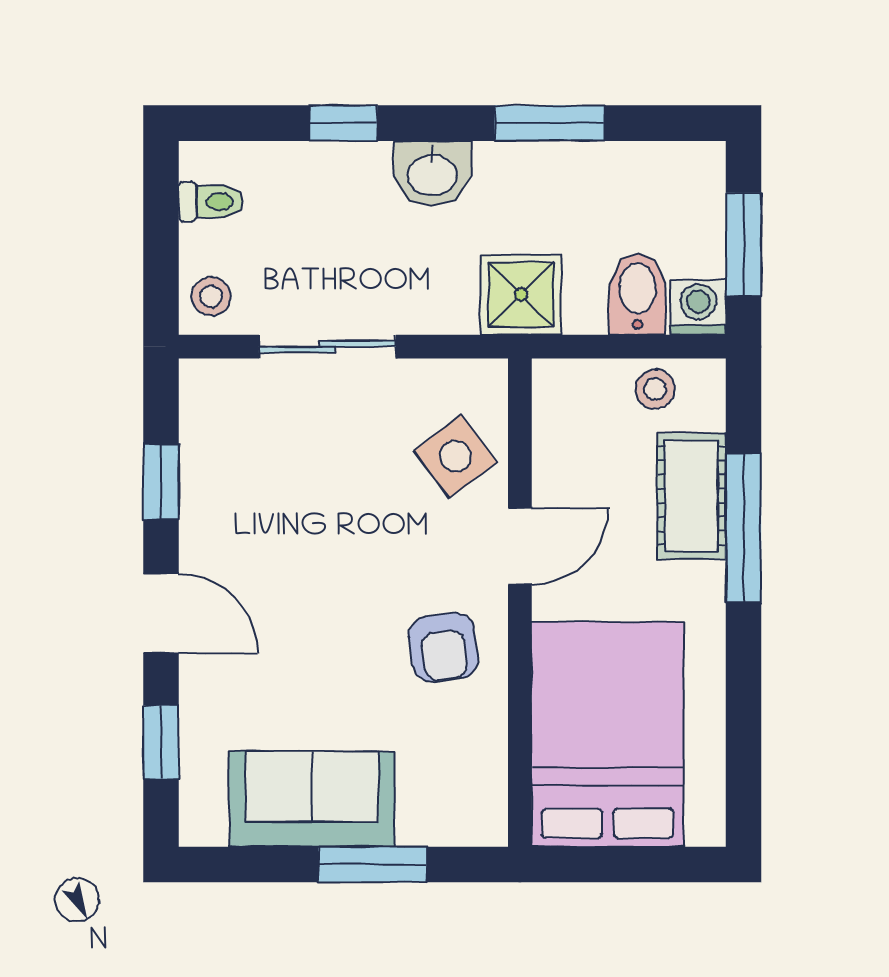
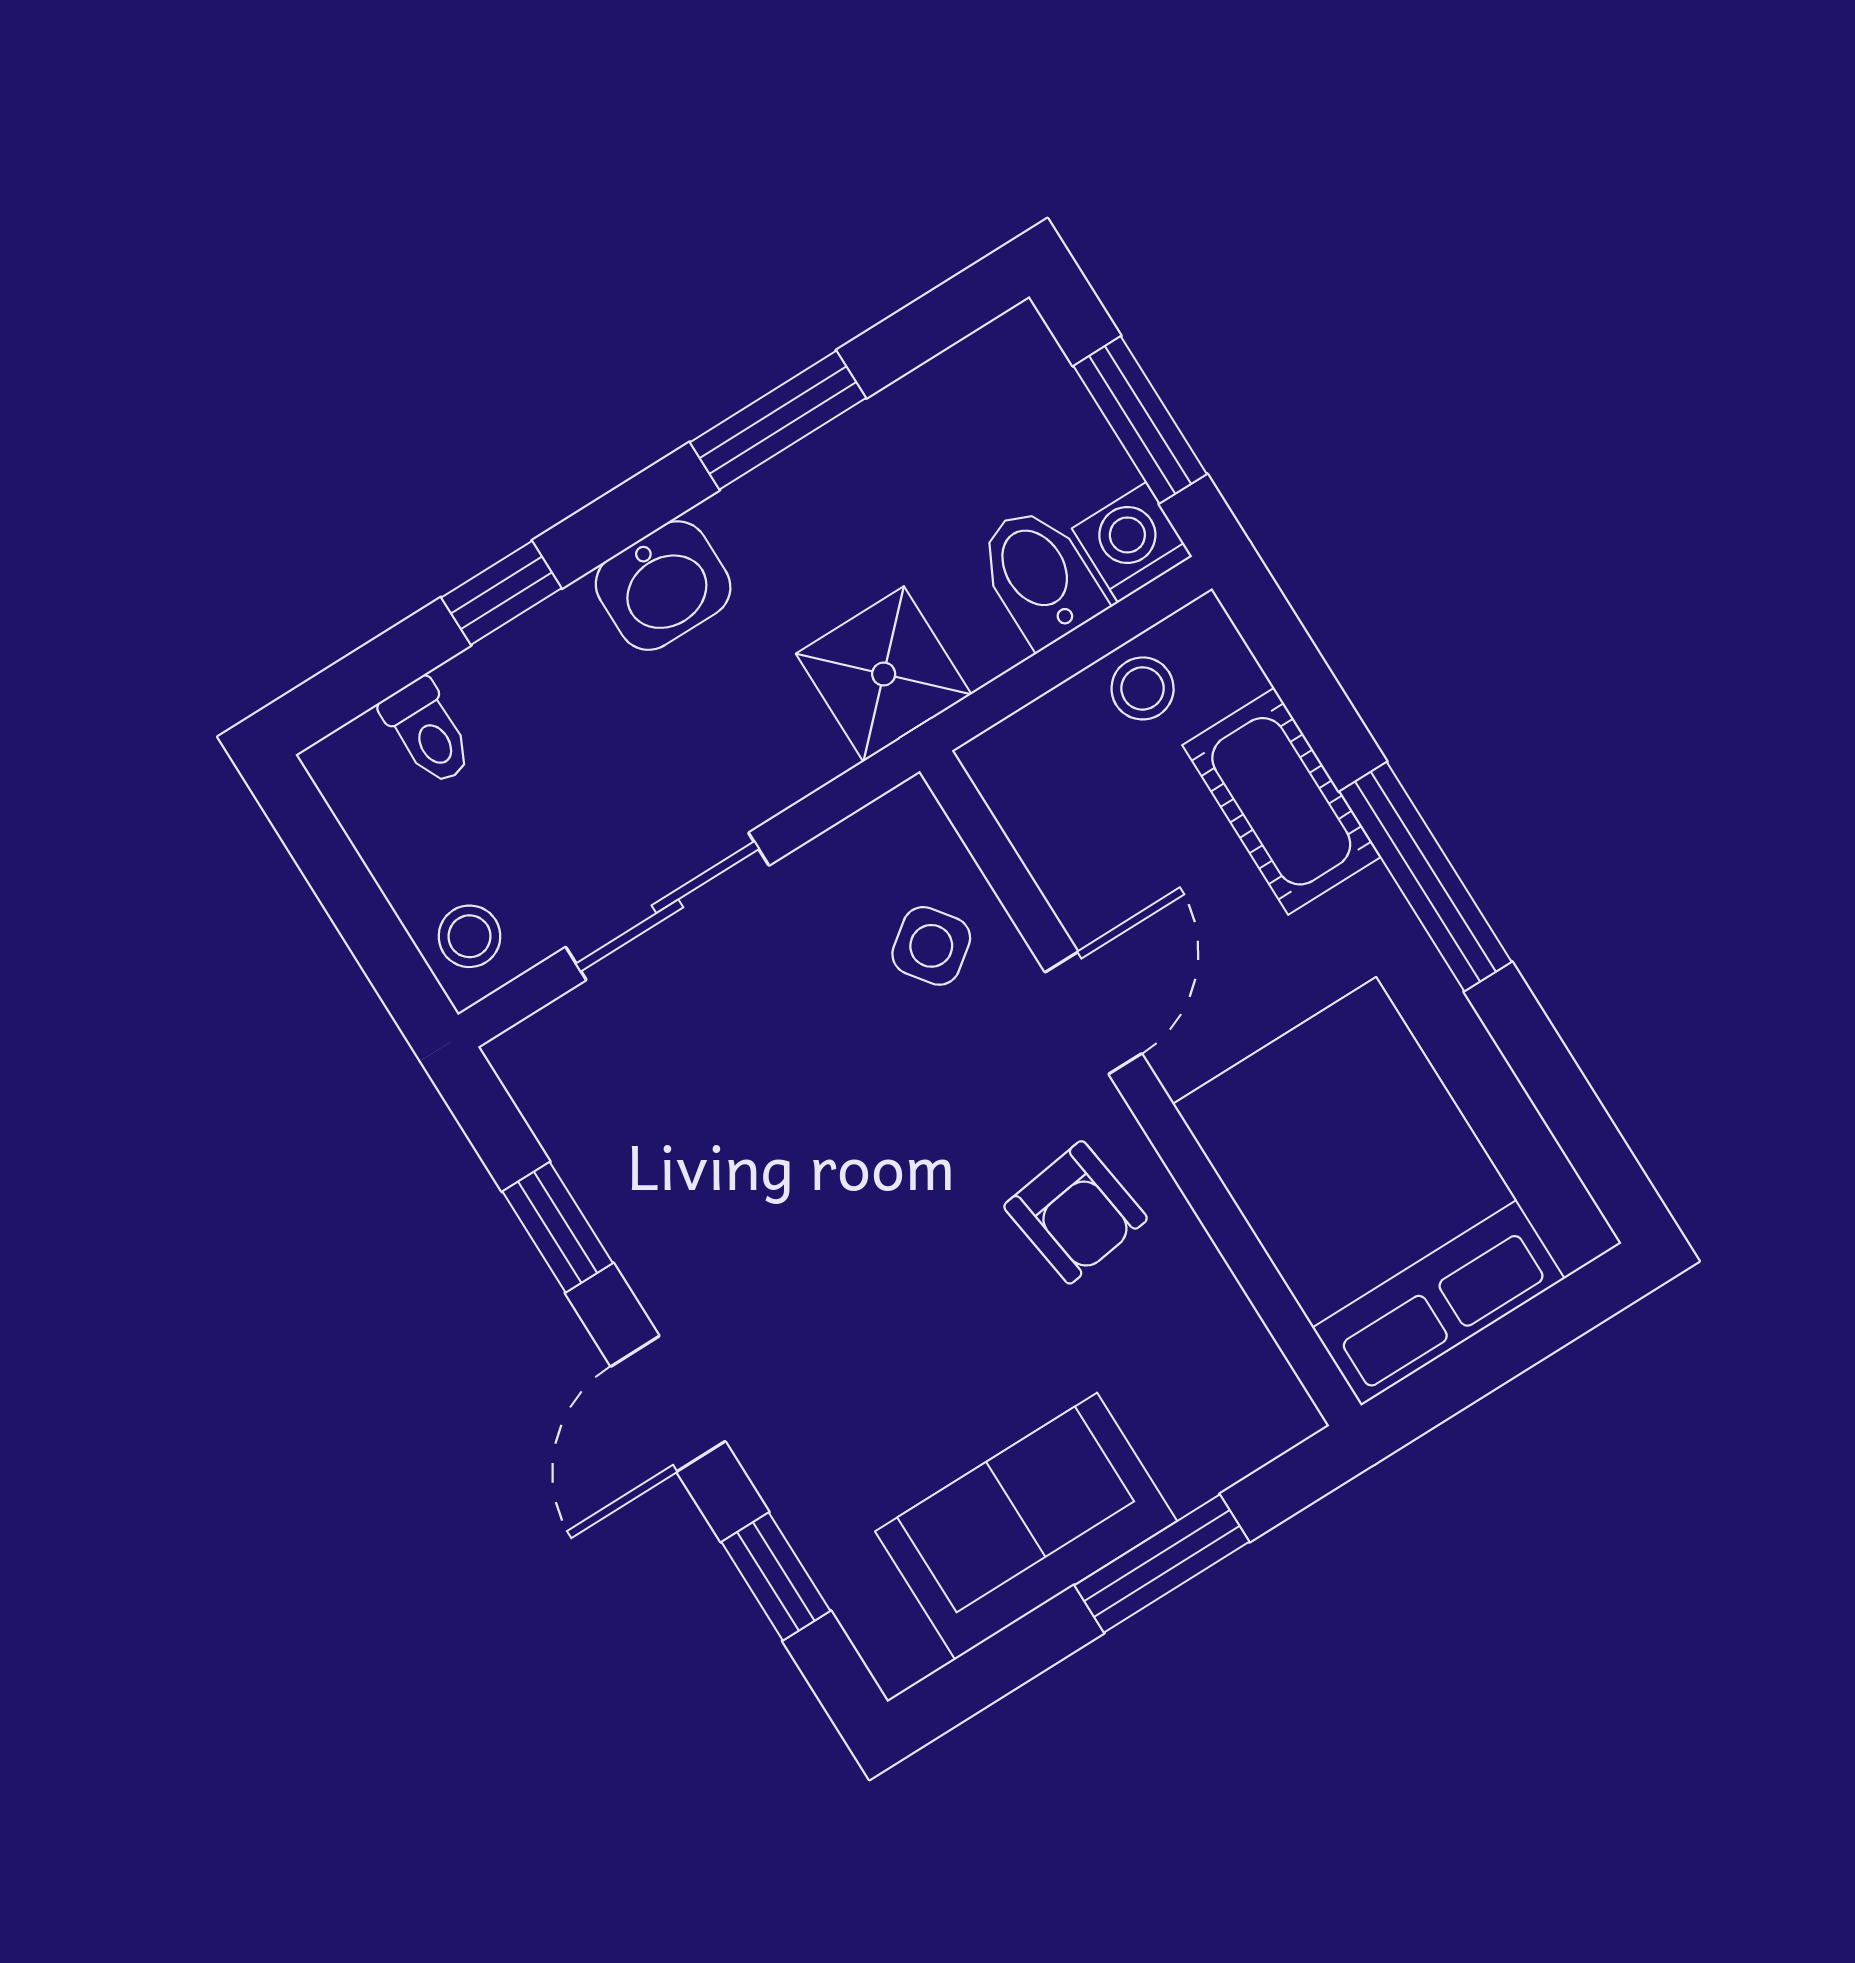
toilet: (211, 202) -> (428, 732), moved, turned 90
side table: (455, 456) -> (931, 946), width x0.73, depth x0.73
window: (743, 528) -> (1425, 877), moved
door: (161, 614) -> (668, 1404), swing flipped

